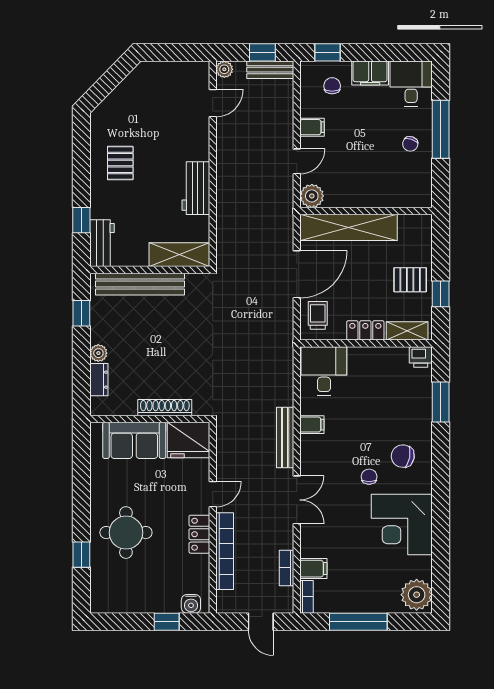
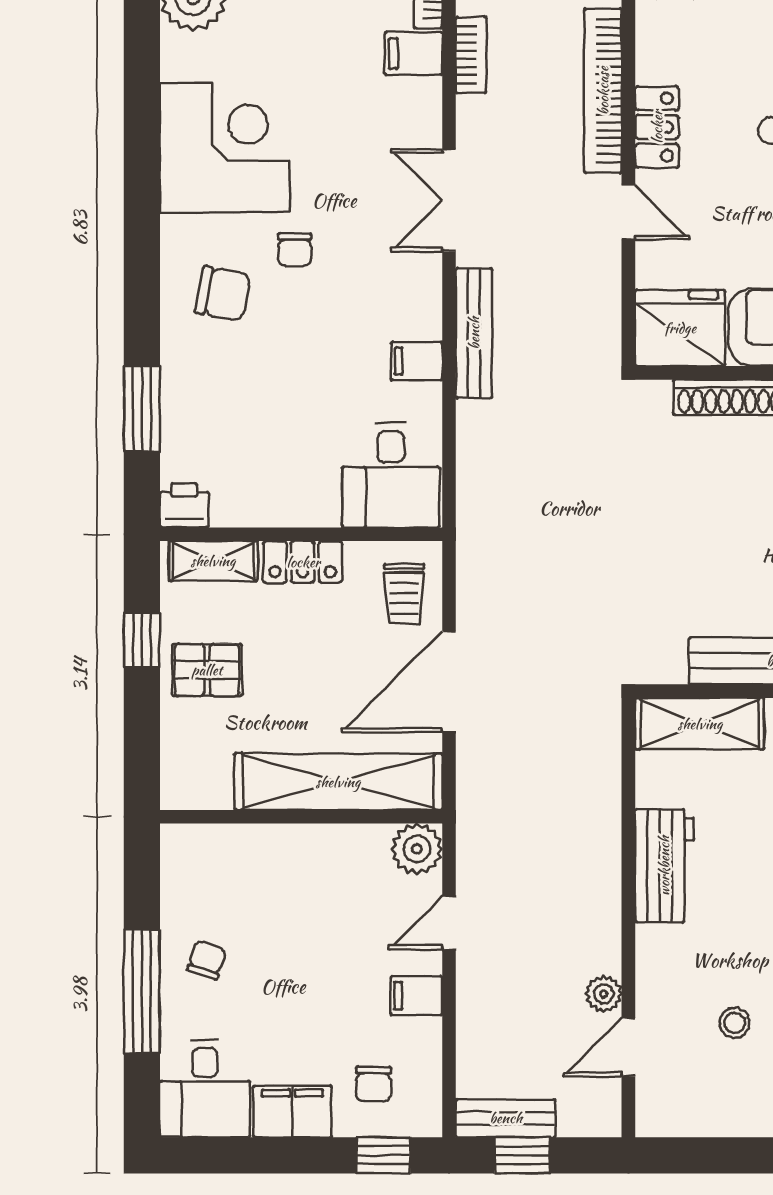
plant: (224, 69) -> (604, 994), moved
stool: (163, 114) -> (735, 1023), added
door: (213, 494) -> (628, 212), swing flipped

